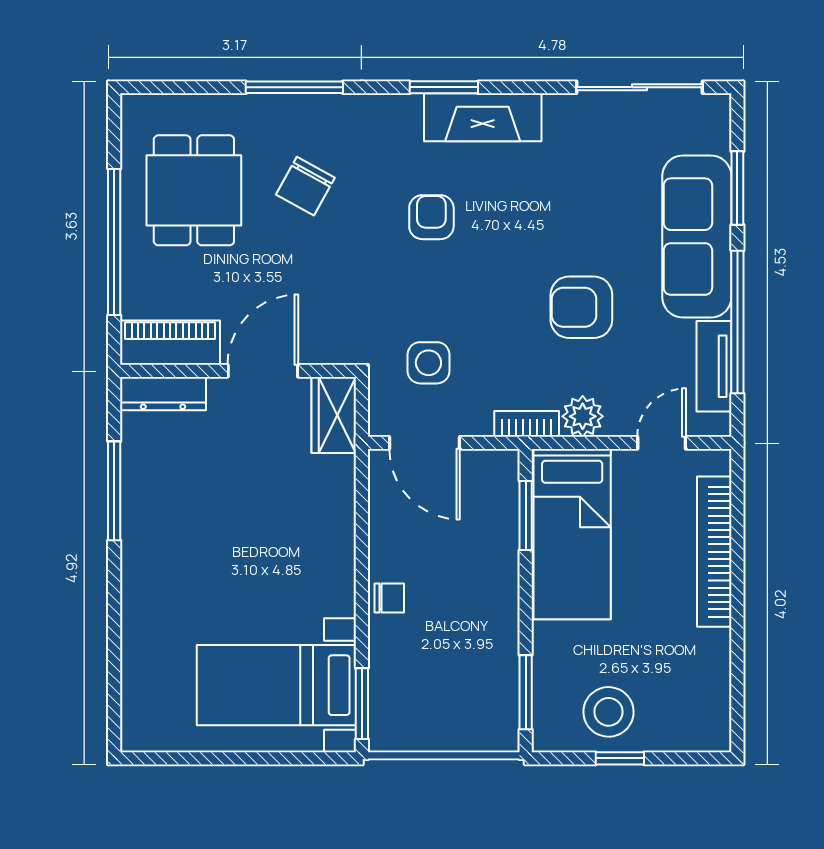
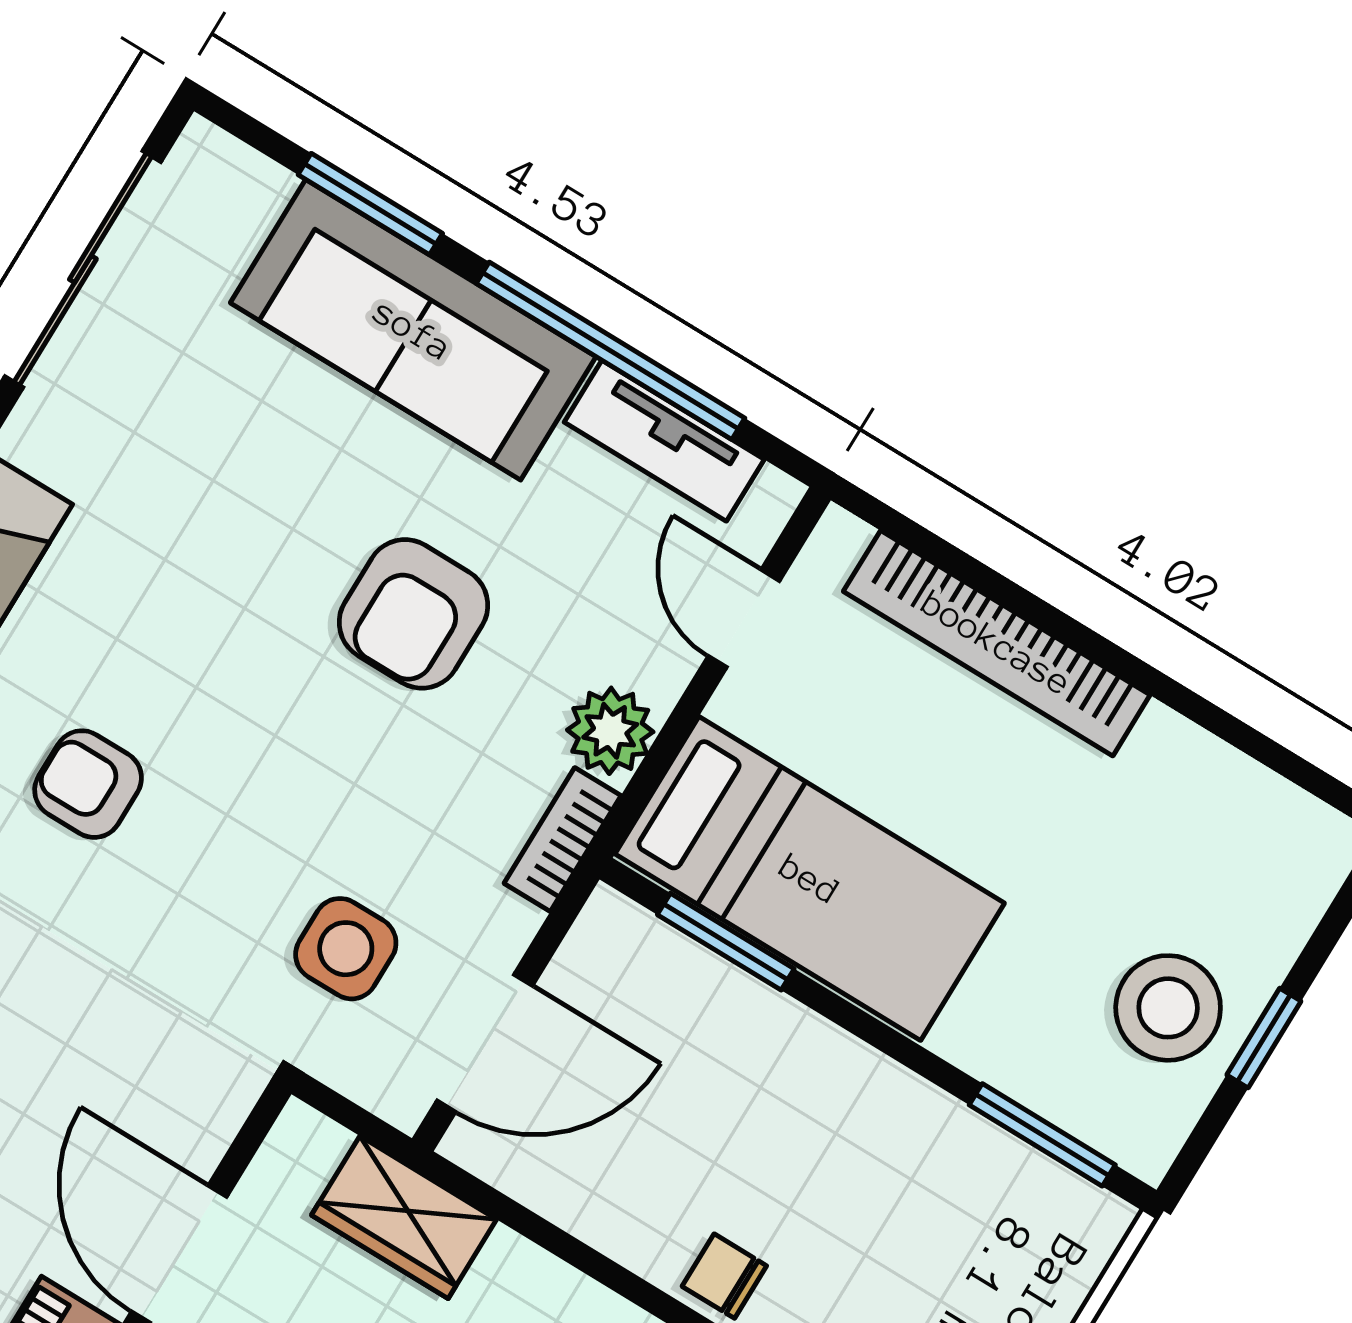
wardrobe: (334, 415) -> (404, 1217), moved
chair: (389, 598) -> (724, 1276), turned -90

